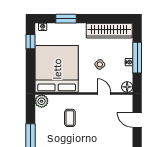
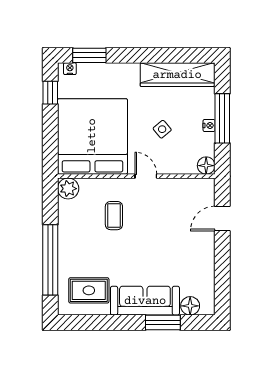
window: (66, 19) -> (89, 55), moved
door: (104, 94) -> (146, 176), moved
door: (137, 120) -> (222, 219), hinge flipped

